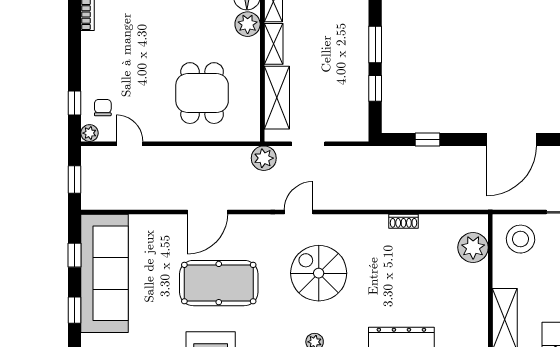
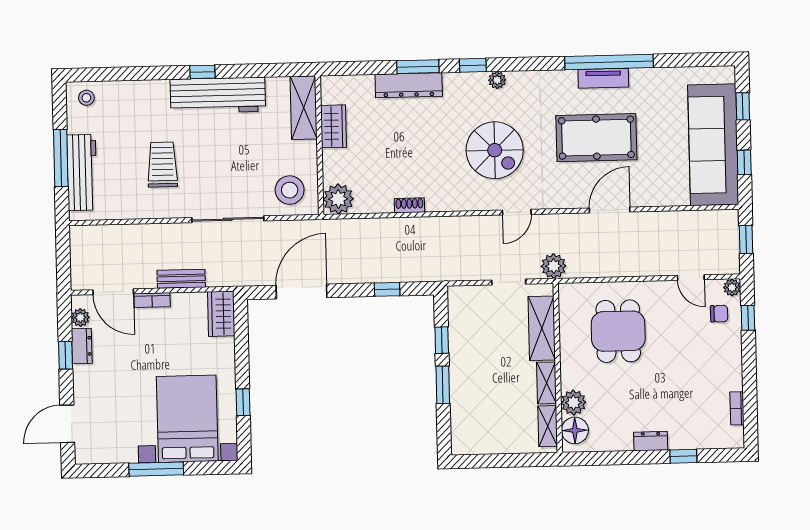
chair: (103, 108) -> (719, 314), turned -90
plant: (473, 247) -> (338, 199), moved
wardrobe: (476, 300) -> (333, 126), added

